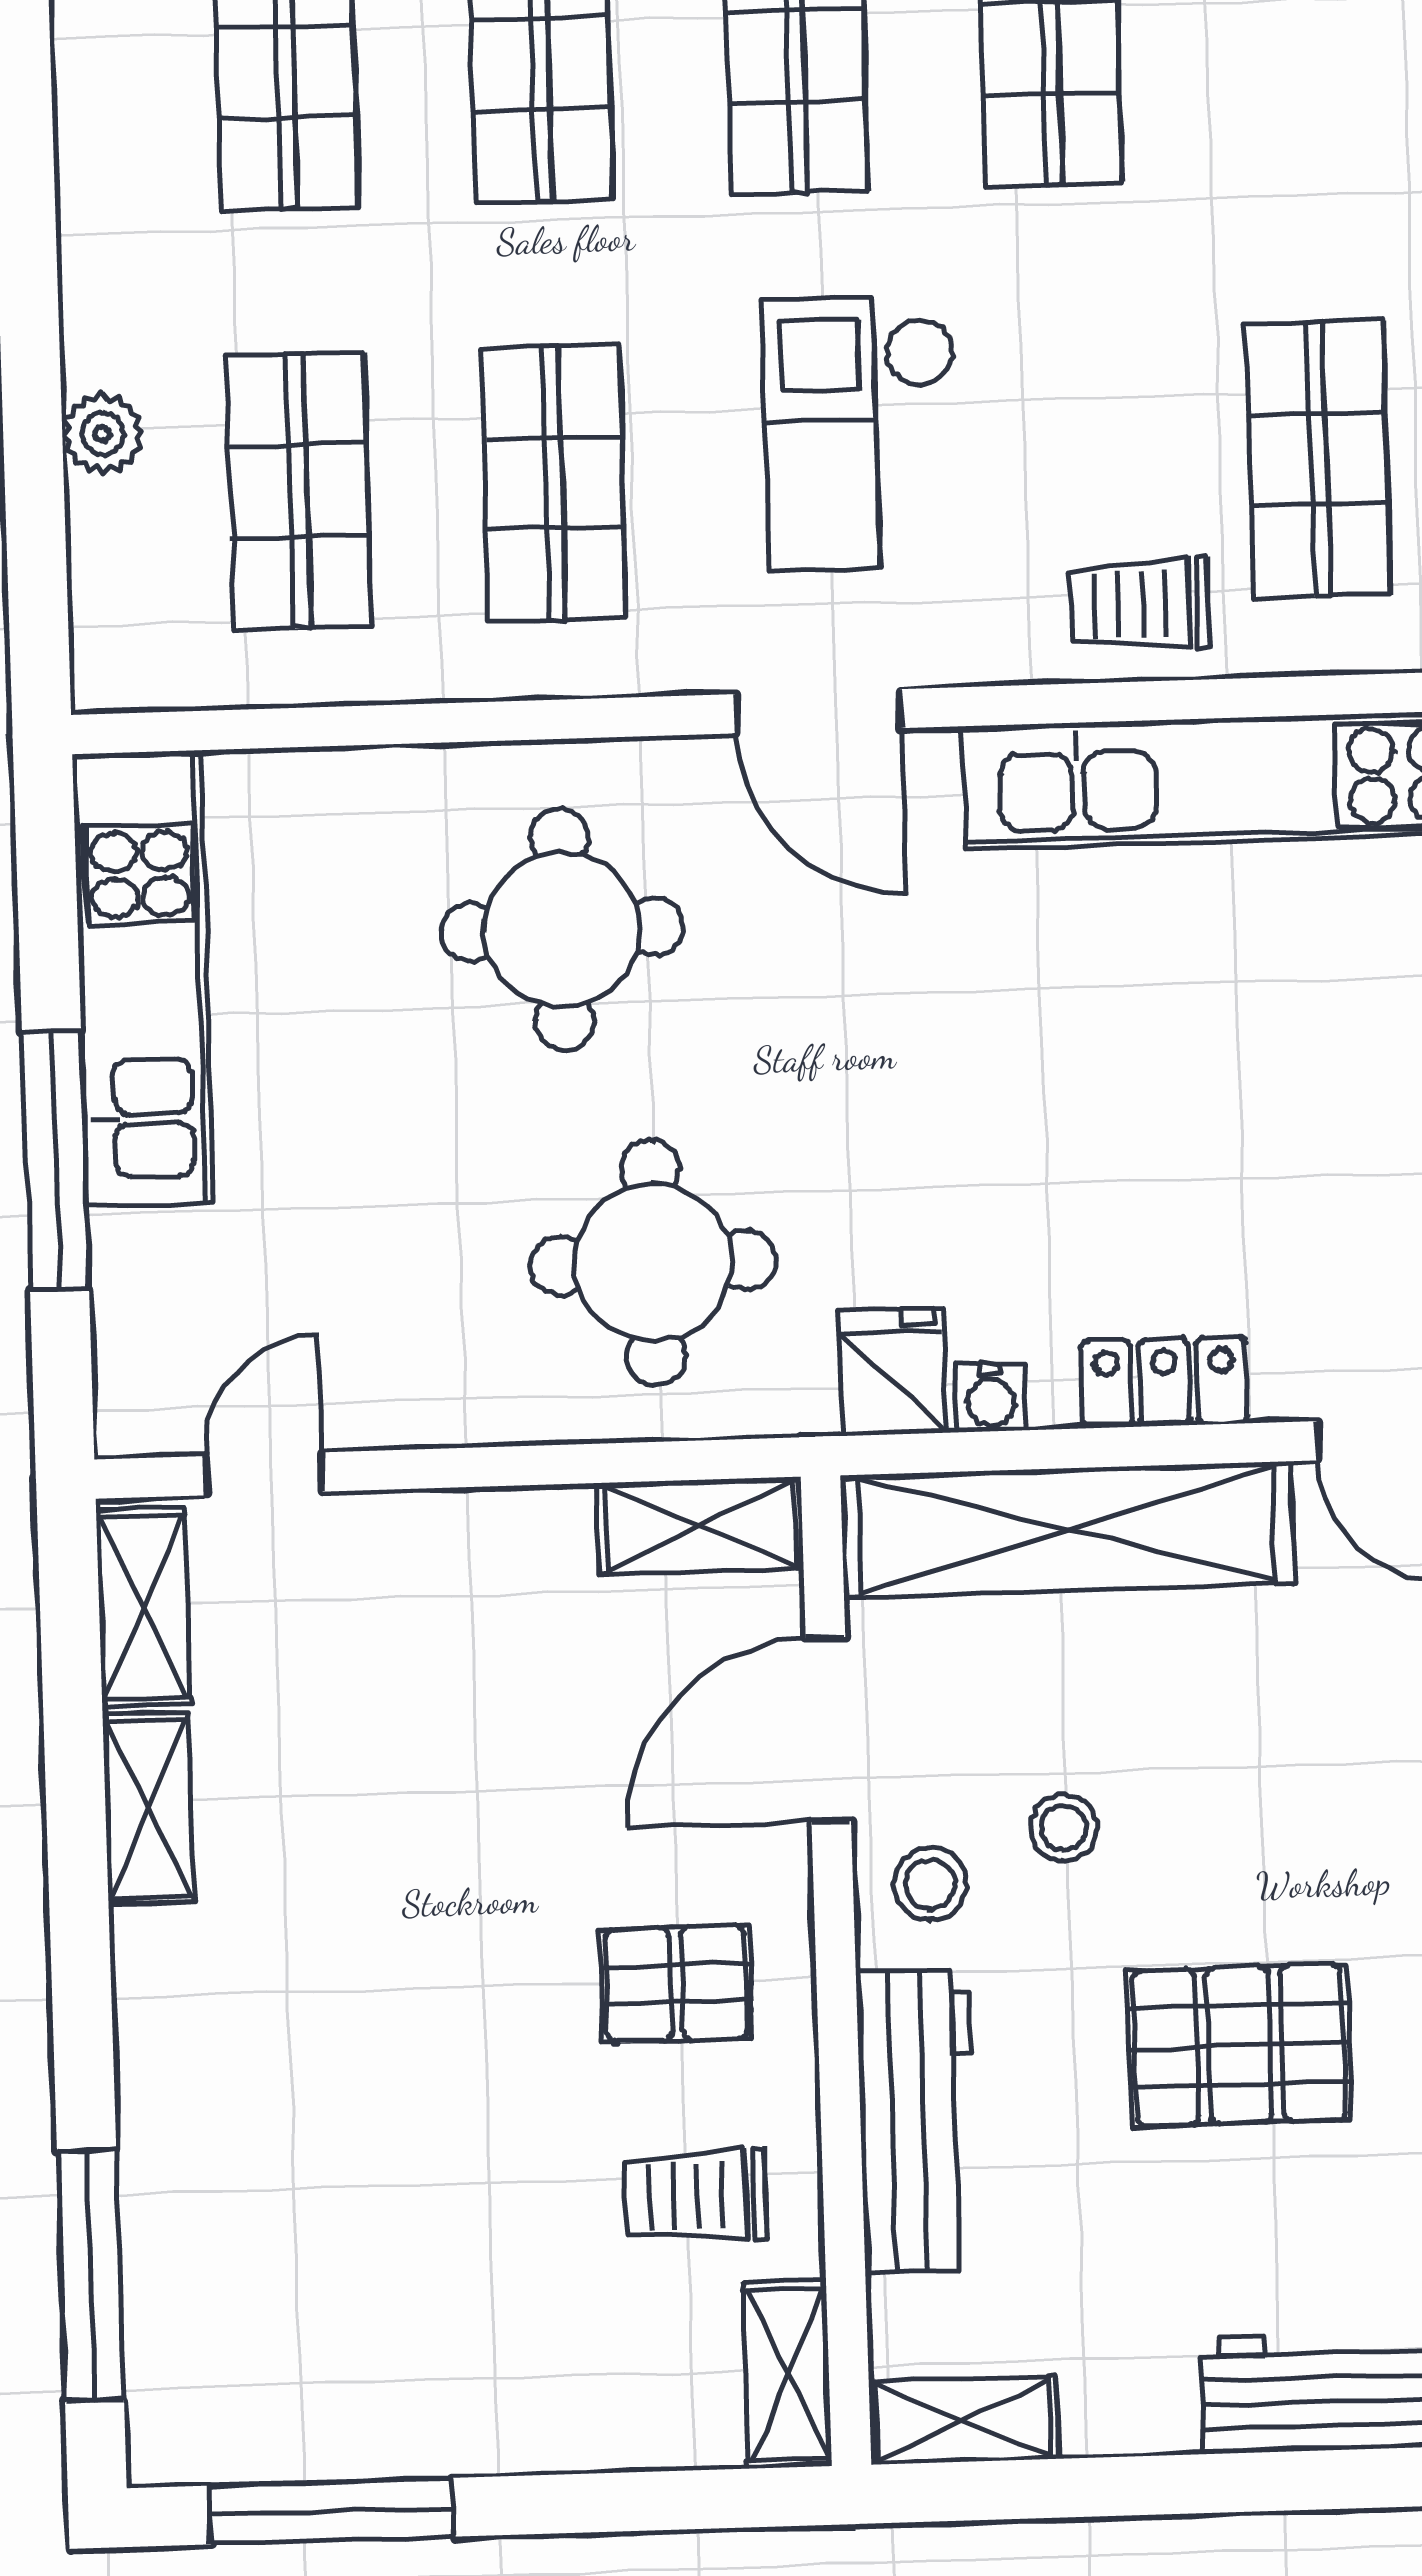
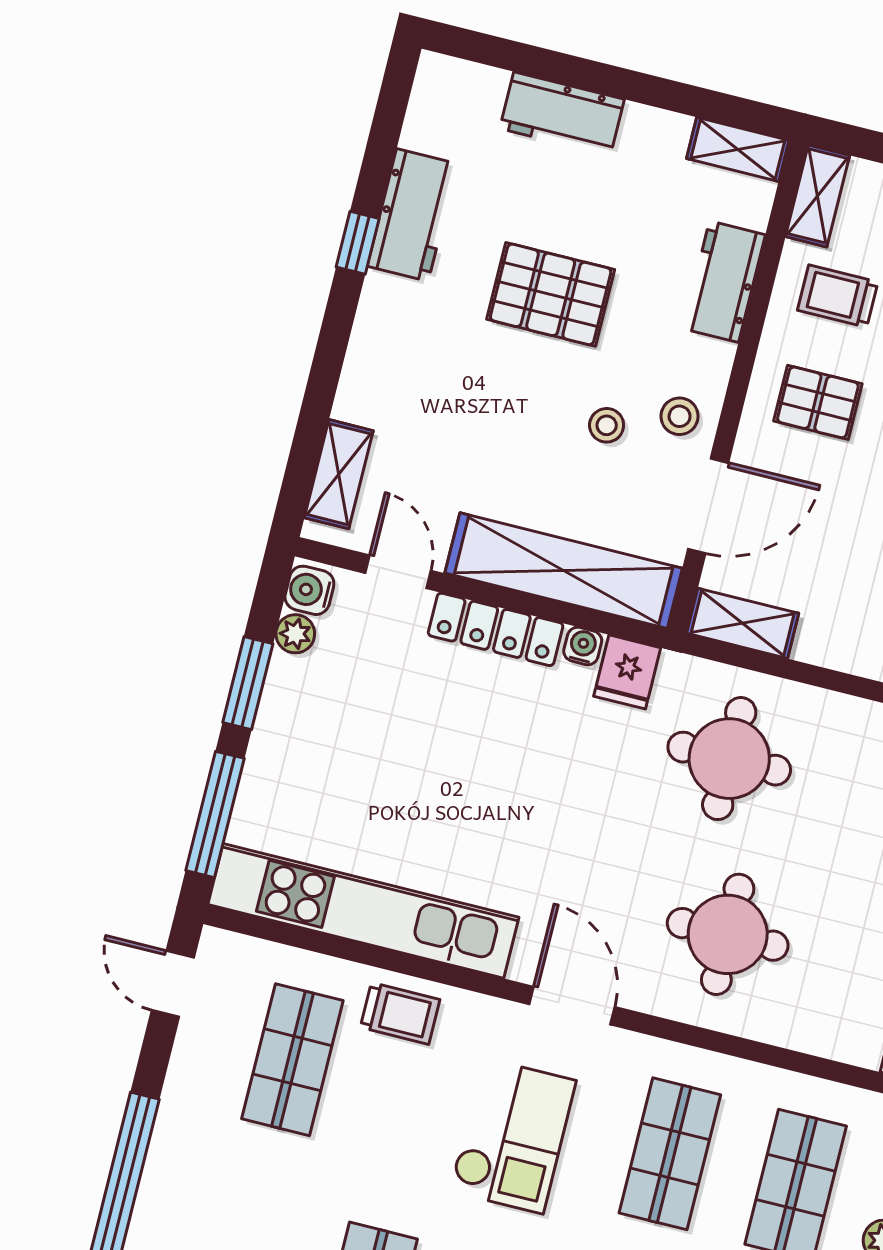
locker: (1164, 1382) -> (496, 629), width x1.53
workbench: (917, 2121) -> (724, 282), width x0.73
trolley: (696, 2196) -> (838, 296), turned 180

